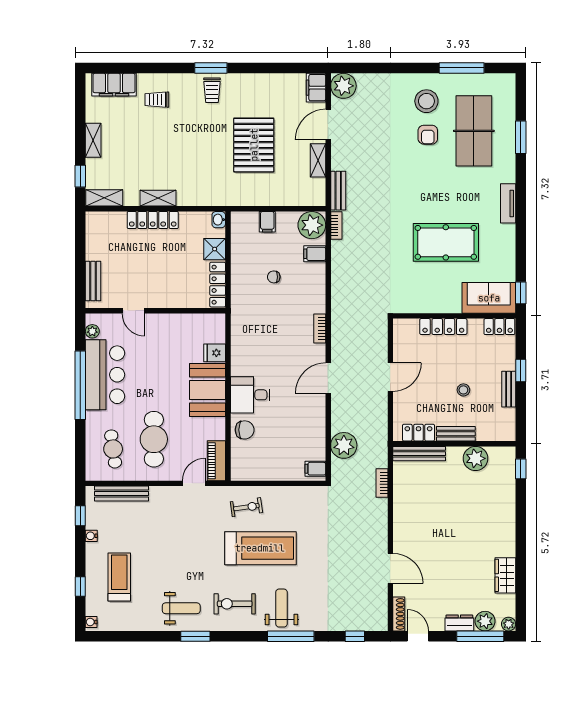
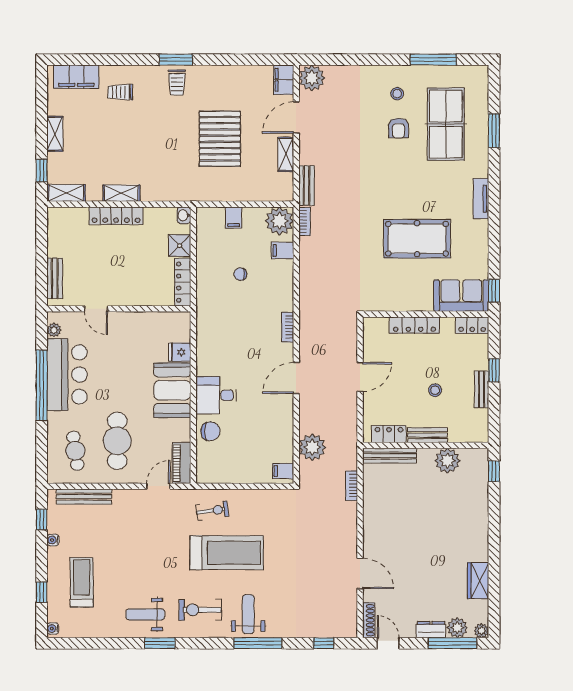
stool: (426, 101) -> (397, 94), width x0.53, depth x0.53
weight bench: (181, 608) -> (145, 614), turned 180

